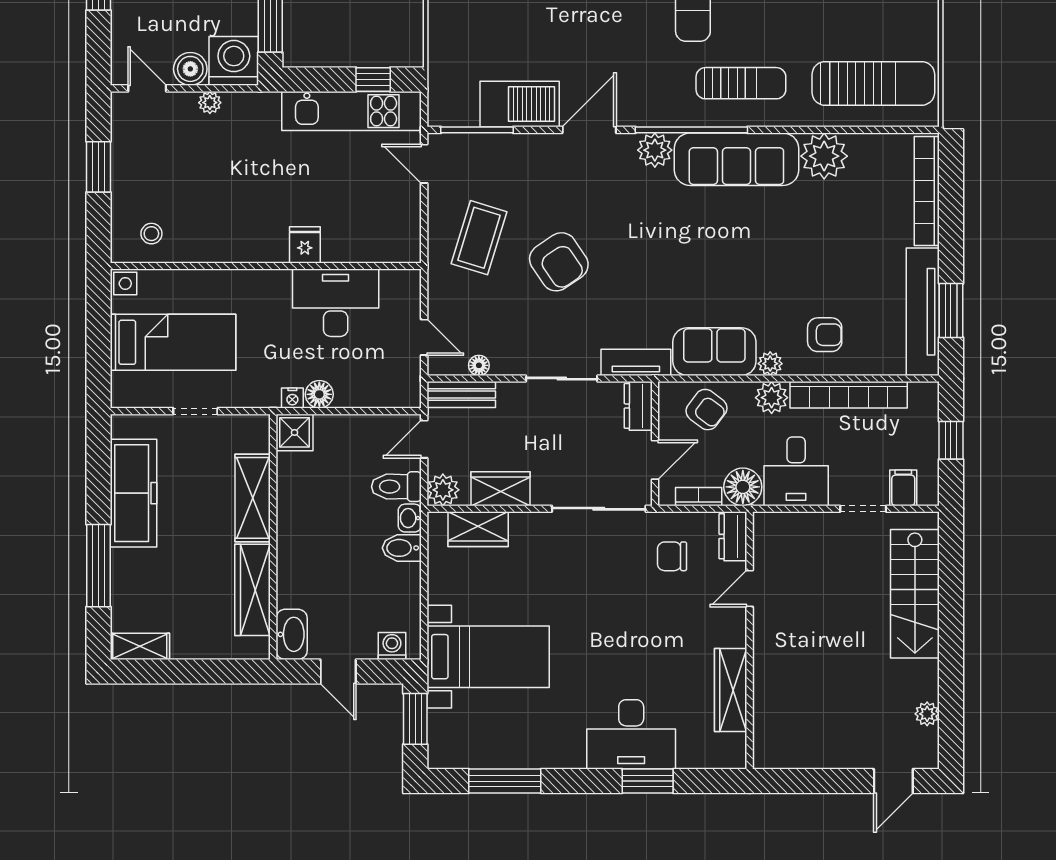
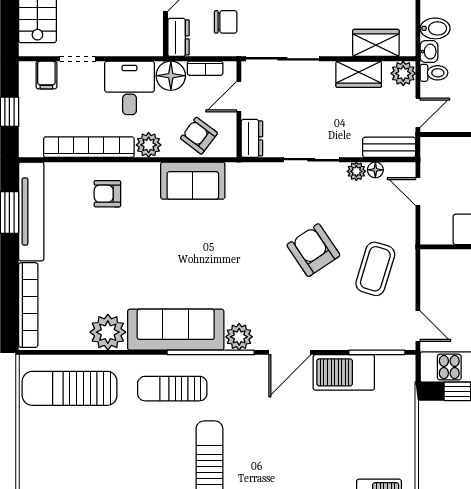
tv unit: (636, 362) -> (254, 172), removed
plant: (770, 364) -> (356, 171), moved
toilet: (396, 487) -> (434, 73), width x0.73, depth x0.72

